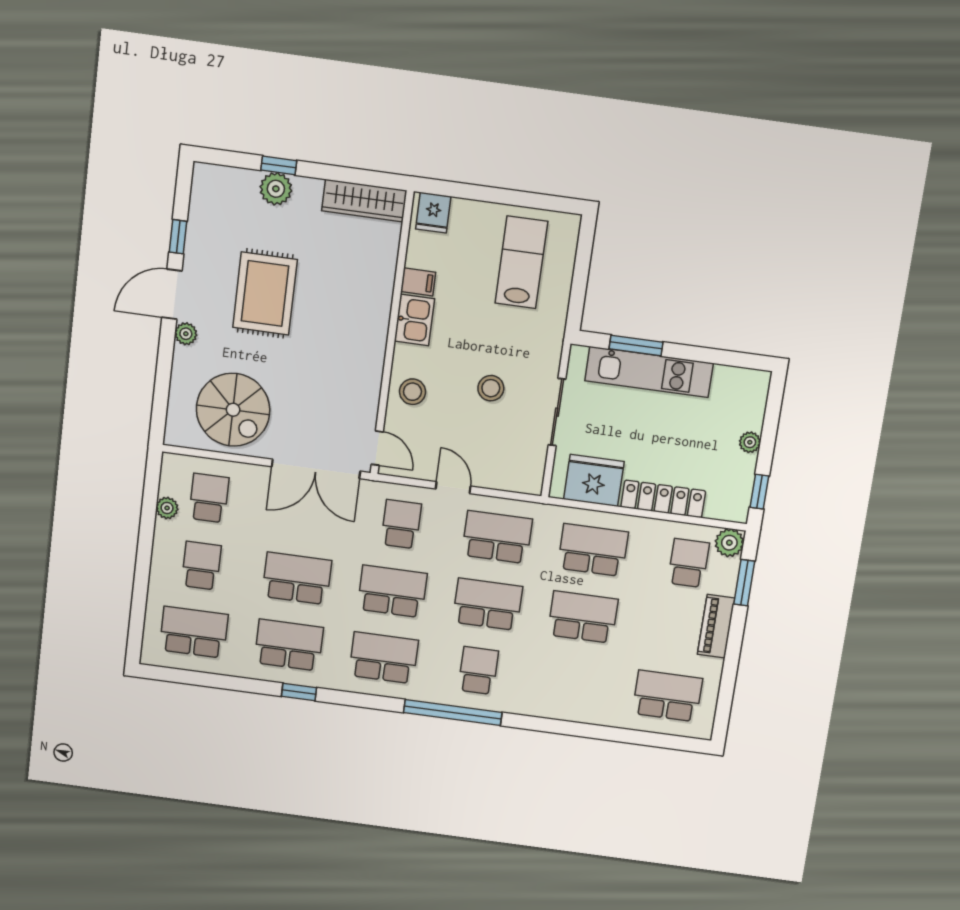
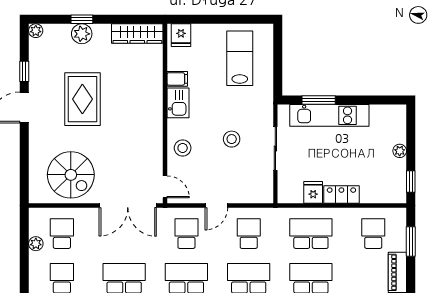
plant: (186, 334) -> (36, 31), moved
fridge: (594, 480) -> (313, 192), width x0.53, depth x0.75
door: (453, 488) -> (216, 206), swing flipped
locker: (663, 499) -> (341, 195), width x0.66
school desk: (497, 537) -> (249, 234), width x0.54
plant: (729, 543) -> (397, 217), removed

